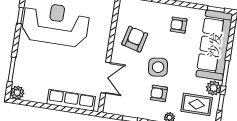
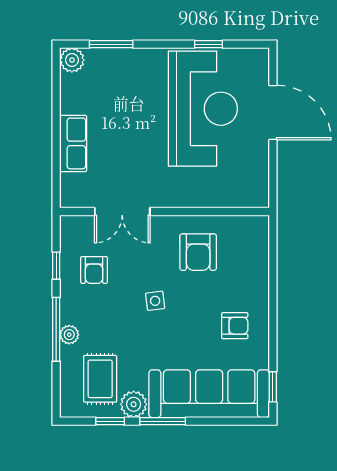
armchair: (179, 25) -> (235, 326), turned 90
armchair: (135, 39) -> (198, 252), turned 76
side table: (158, 67) -> (155, 301), width x0.54, depth x0.54
armchair: (159, 93) -> (94, 270), moved, turned 180
row of seats: (71, 100) -> (73, 143), width x0.68

